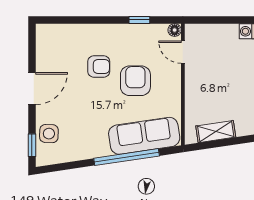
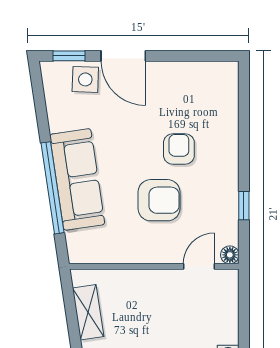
armchair: (99, 66) -> (179, 149), turned 180
door: (32, 89) -> (123, 56), moved
sofa: (144, 136) -> (77, 179), moved

